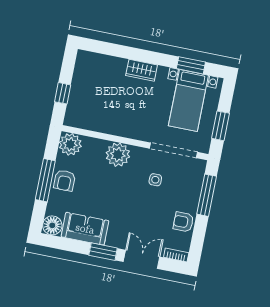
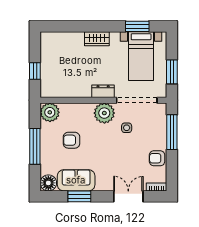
dresser: (137, 132) -> (103, 91), added
plant: (118, 155) -> (104, 113), moved
armchair: (65, 181) -> (72, 140), moved, turned 90
window: (103, 252) -> (79, 196), moved

